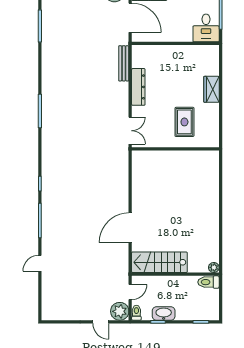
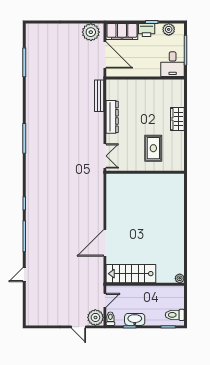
toilet: (209, 282) -> (175, 315), moved

